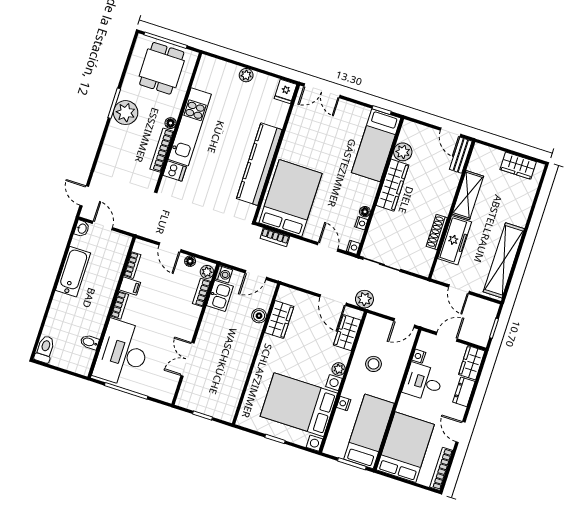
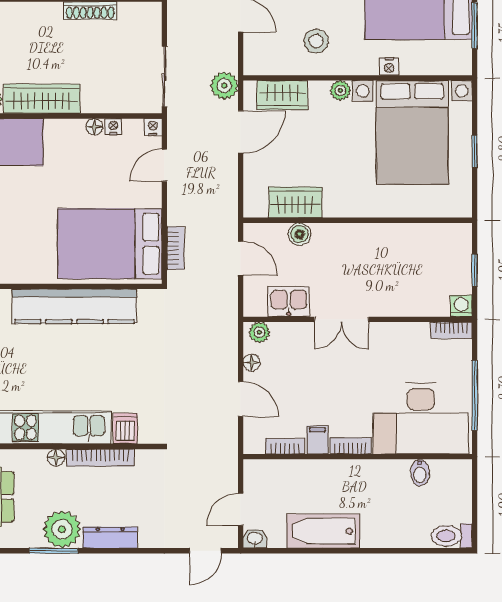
dresser: (111, 140) -> (110, 538), added
door: (170, 247) -> (241, 399), hinge flipped
washing machine: (224, 274) -> (461, 306), moved
bookcase: (202, 293) -> (451, 330), moved
double door: (187, 359) -> (341, 319), moved

